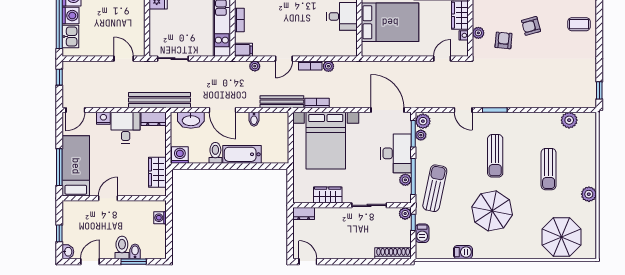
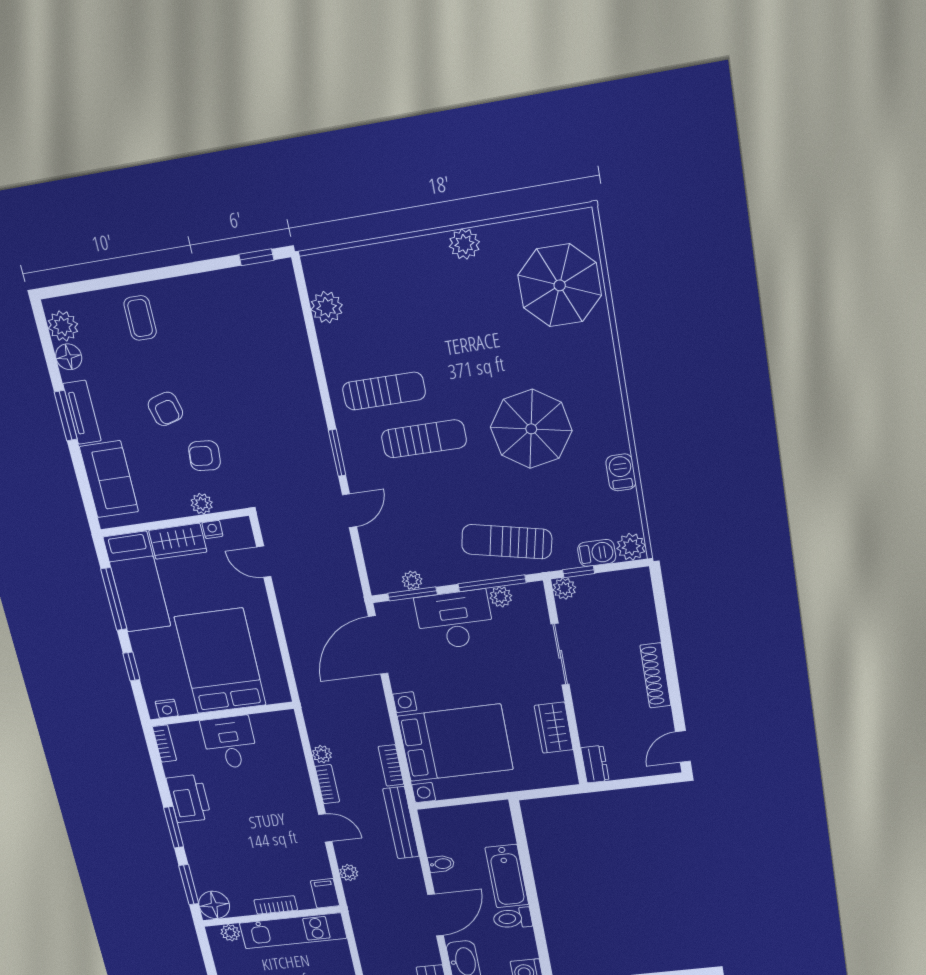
plant: (423, 121) -> (631, 547), moved
sun lounger: (549, 169) -> (384, 391), moved
shoe rack: (393, 253) -> (655, 675), moved

